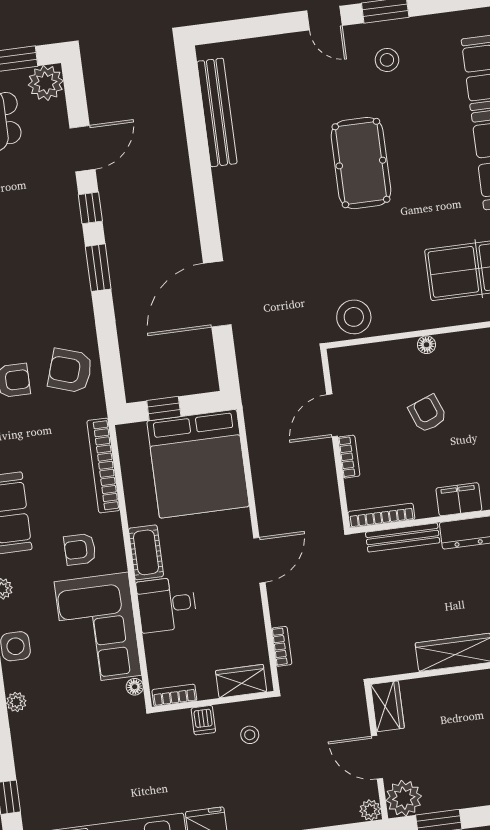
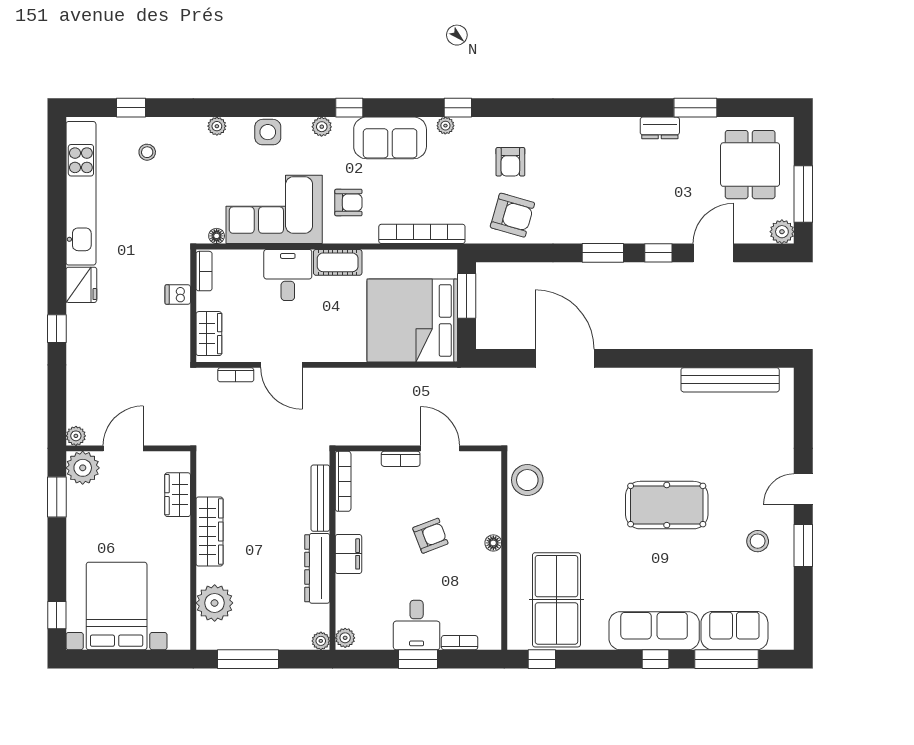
plant: (46, 83) -> (782, 232), width x0.73, depth x0.73
door: (83, 149) -> (713, 253), swing flipped
armchair: (70, 371) -> (512, 215), turned 88
window: (164, 408) -> (467, 296), width x1.50
armchair: (80, 549) -> (348, 202), turned 90
door: (259, 560) -> (282, 365), moved
wardrobe: (387, 706) -> (178, 495), moved, turned 90
stool: (250, 735) -> (147, 152), moved

